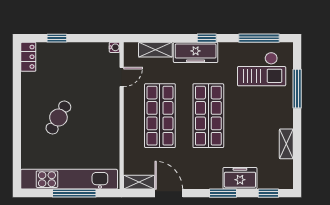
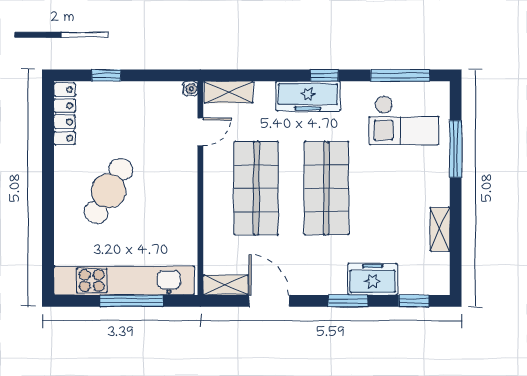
shelving: (155, 50) -> (228, 92), moved
locker: (28, 57) -> (65, 114), width x1.53
cafe table: (58, 118) -> (108, 191), width x1.37, depth x1.35

